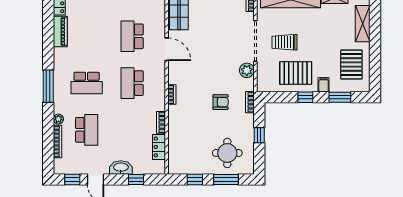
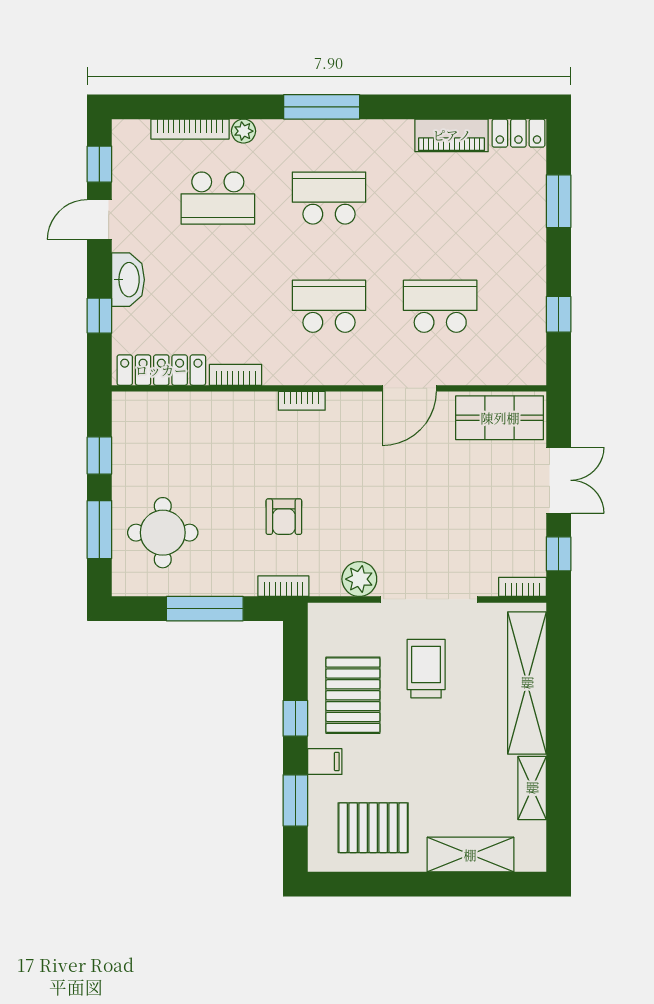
school desk: (87, 83) -> (329, 198), turned 90
window: (259, 135) -> (205, 609), width x2.17
locker: (159, 147) -> (161, 370), width x1.53

